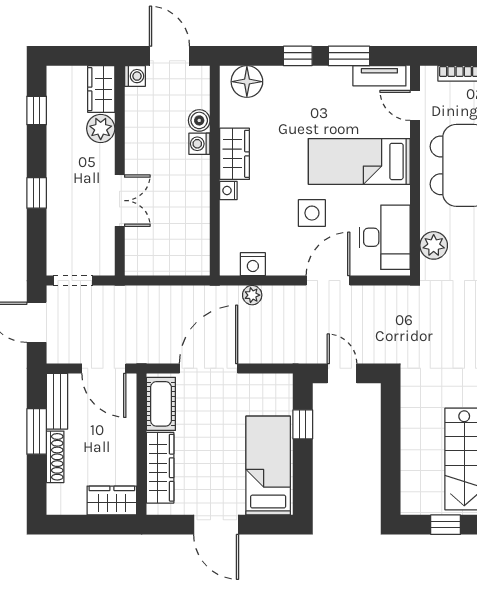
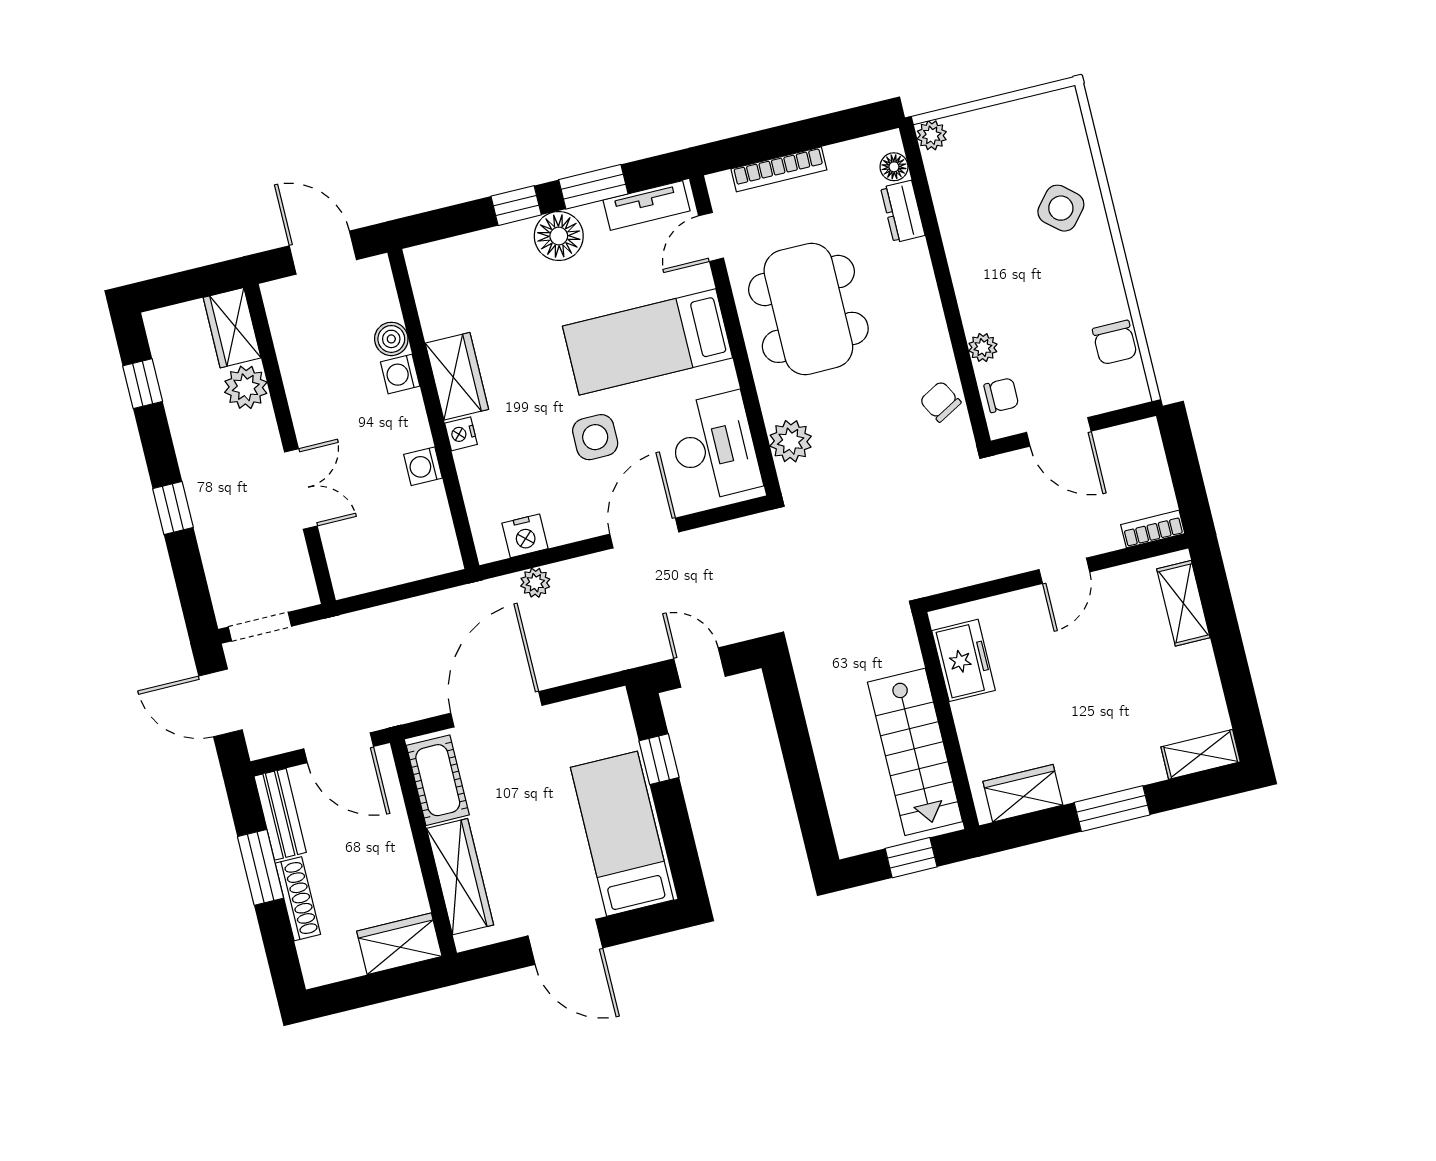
washing machine: (135, 76) -> (423, 466), moved, turned 180
floor lamp: (247, 82) -> (559, 236), moved
door: (415, 105) -> (711, 237), hinge flipped

